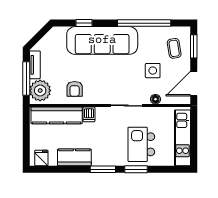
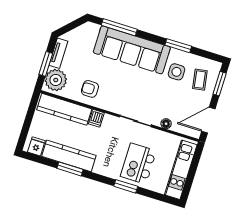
window: (84, 23) -> (119, 27), width x2.17
window: (144, 23) -> (178, 46), width x0.47
side table: (153, 71) -> (176, 72), moved
window: (26, 78) -> (46, 64), width x0.69
armchair: (75, 89) -> (90, 89), turned 90
kitchen counter: (74, 157) -> (69, 156), width x1.50
window: (103, 169) -> (70, 169), moved

